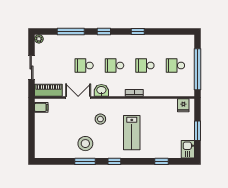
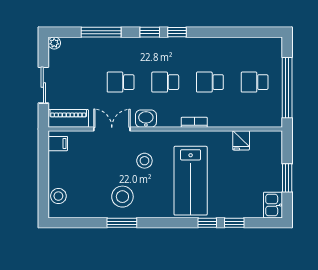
window: (138, 31) -> (177, 32), moved
fridge: (183, 105) -> (241, 140), moved
lab bench: (132, 133) -> (191, 181), width x1.36, depth x1.39
stool: (42, 143) -> (58, 196), added
window: (114, 161) -> (207, 223), moved

